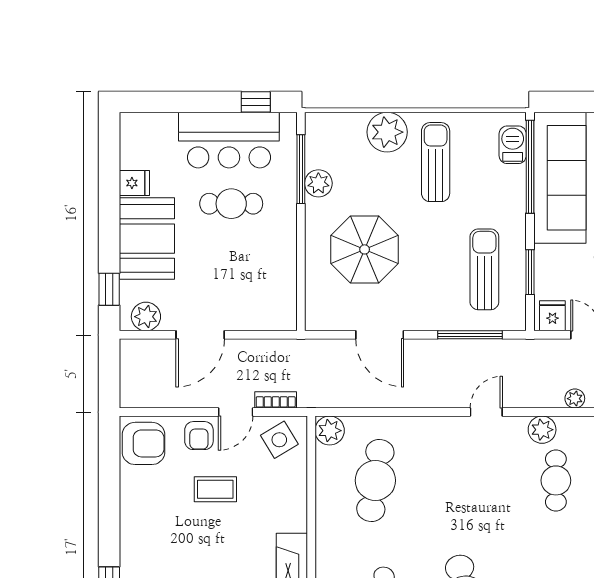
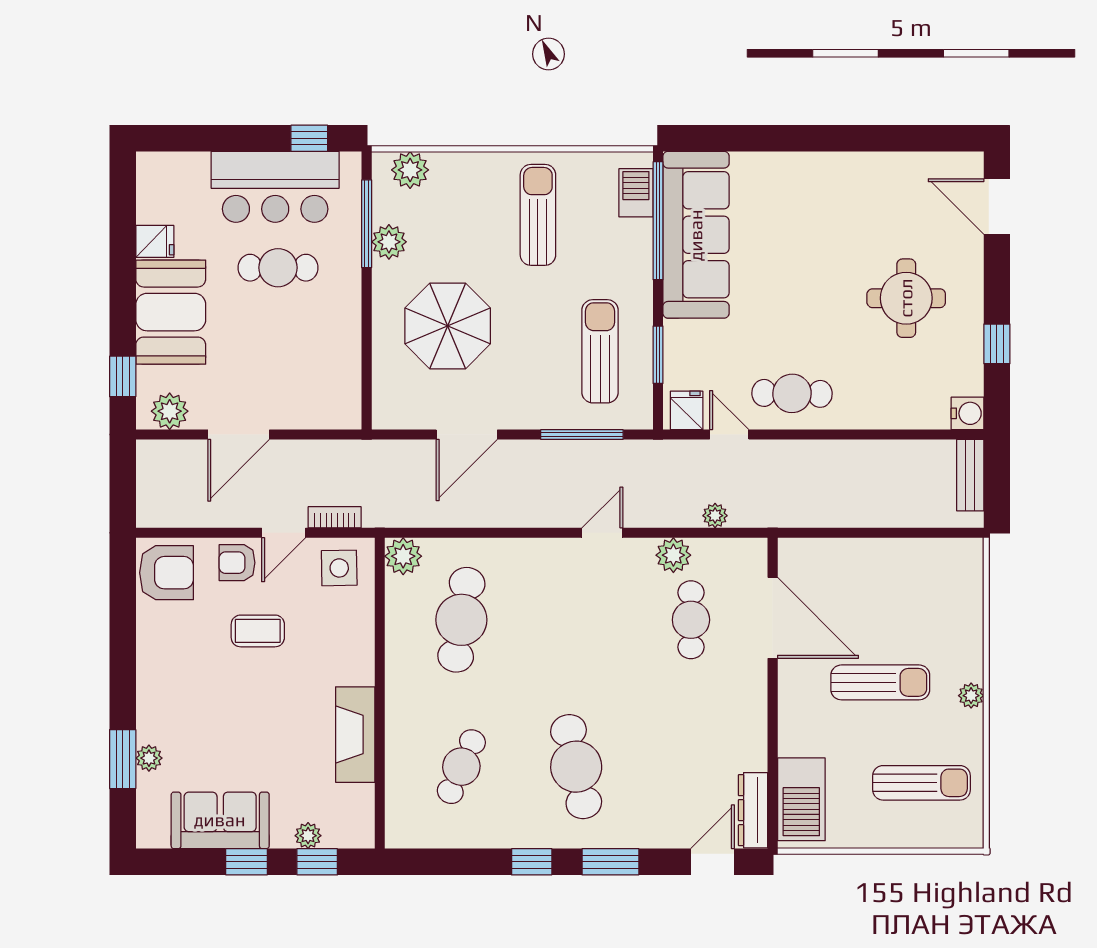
plant: (387, 132) -> (410, 170), moved, width x0.73, depth x0.73
door: (380, 335) -> (467, 435), hinge flipped
armchair: (199, 436) -> (237, 563), turned 90
side table: (279, 440) -> (339, 568), turned 30

